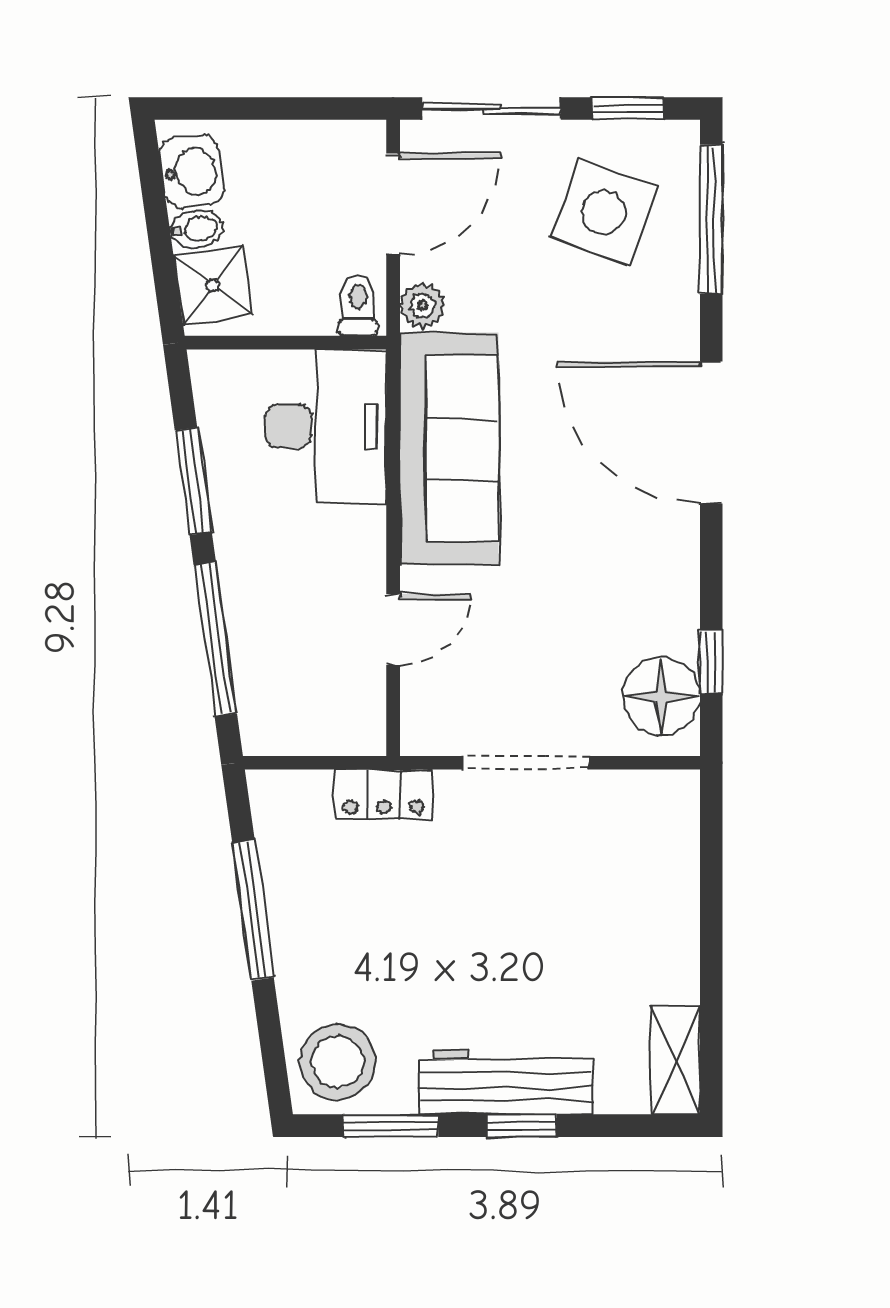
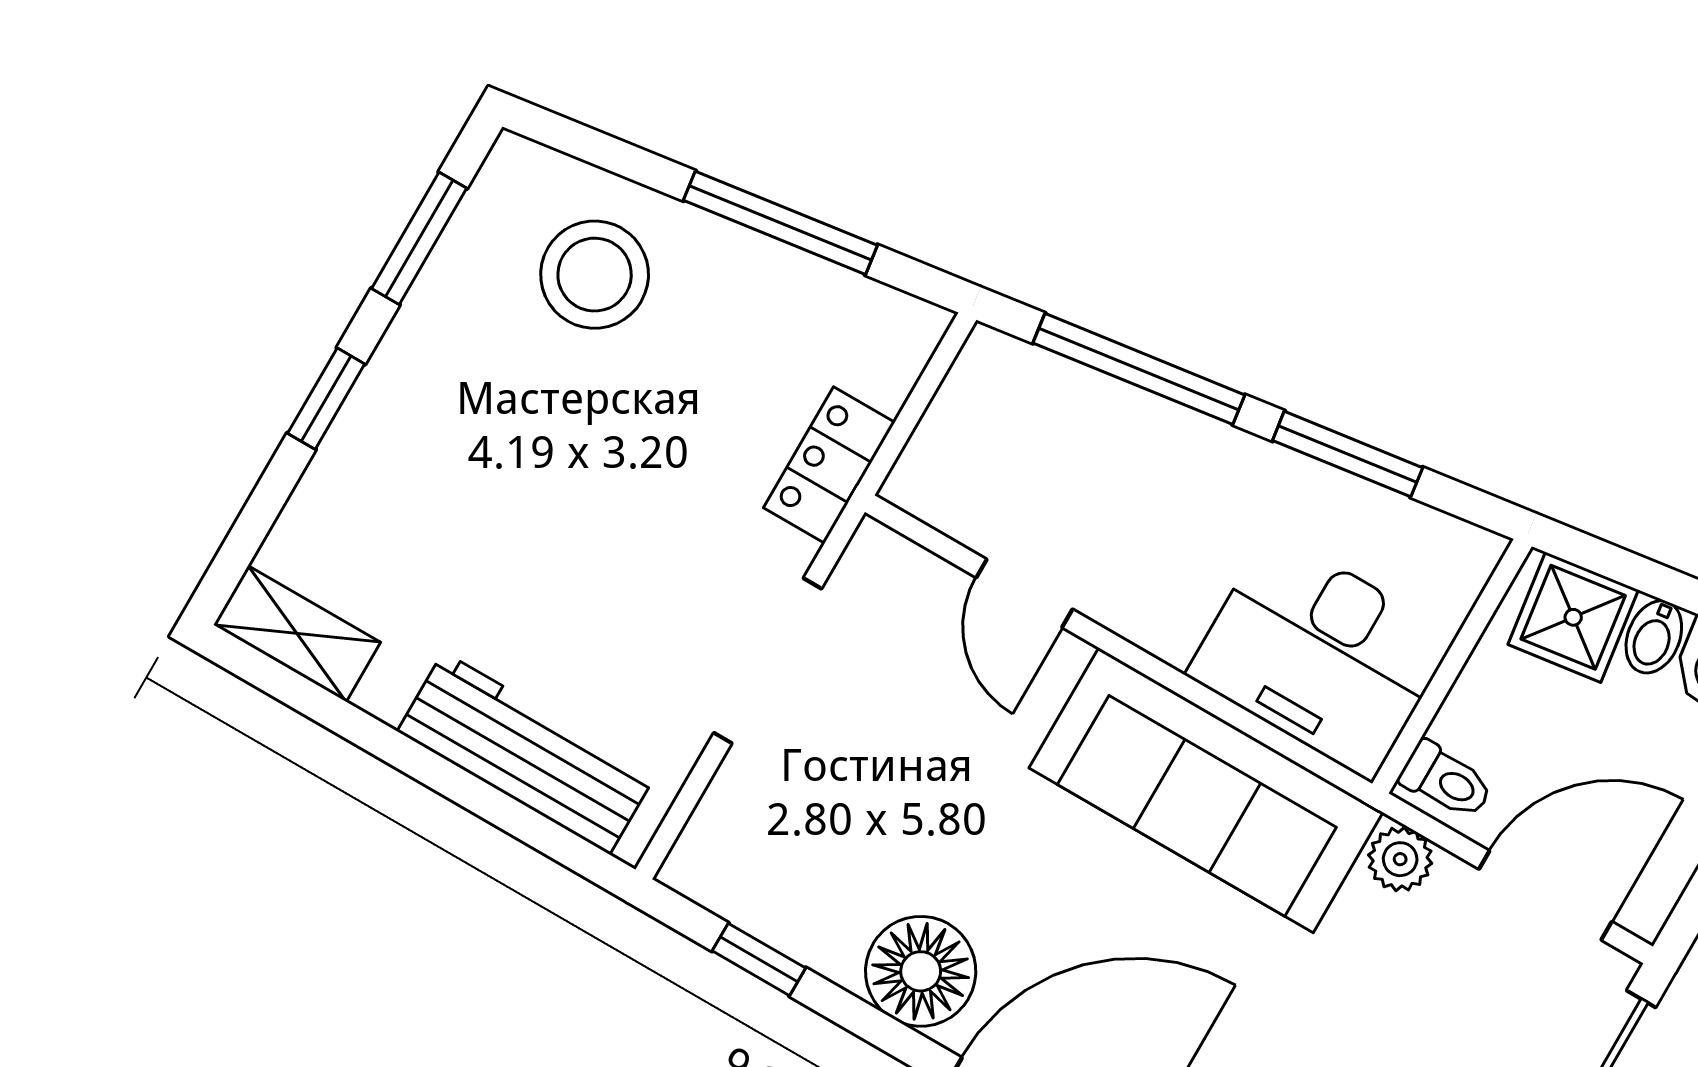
door: (393, 204) -> (1545, 895), swing flipped
floor lamp: (661, 696) -> (921, 971), moved
stool: (338, 1062) -> (595, 275), moved
workbench: (506, 1082) -> (527, 753), moved, turned -90

